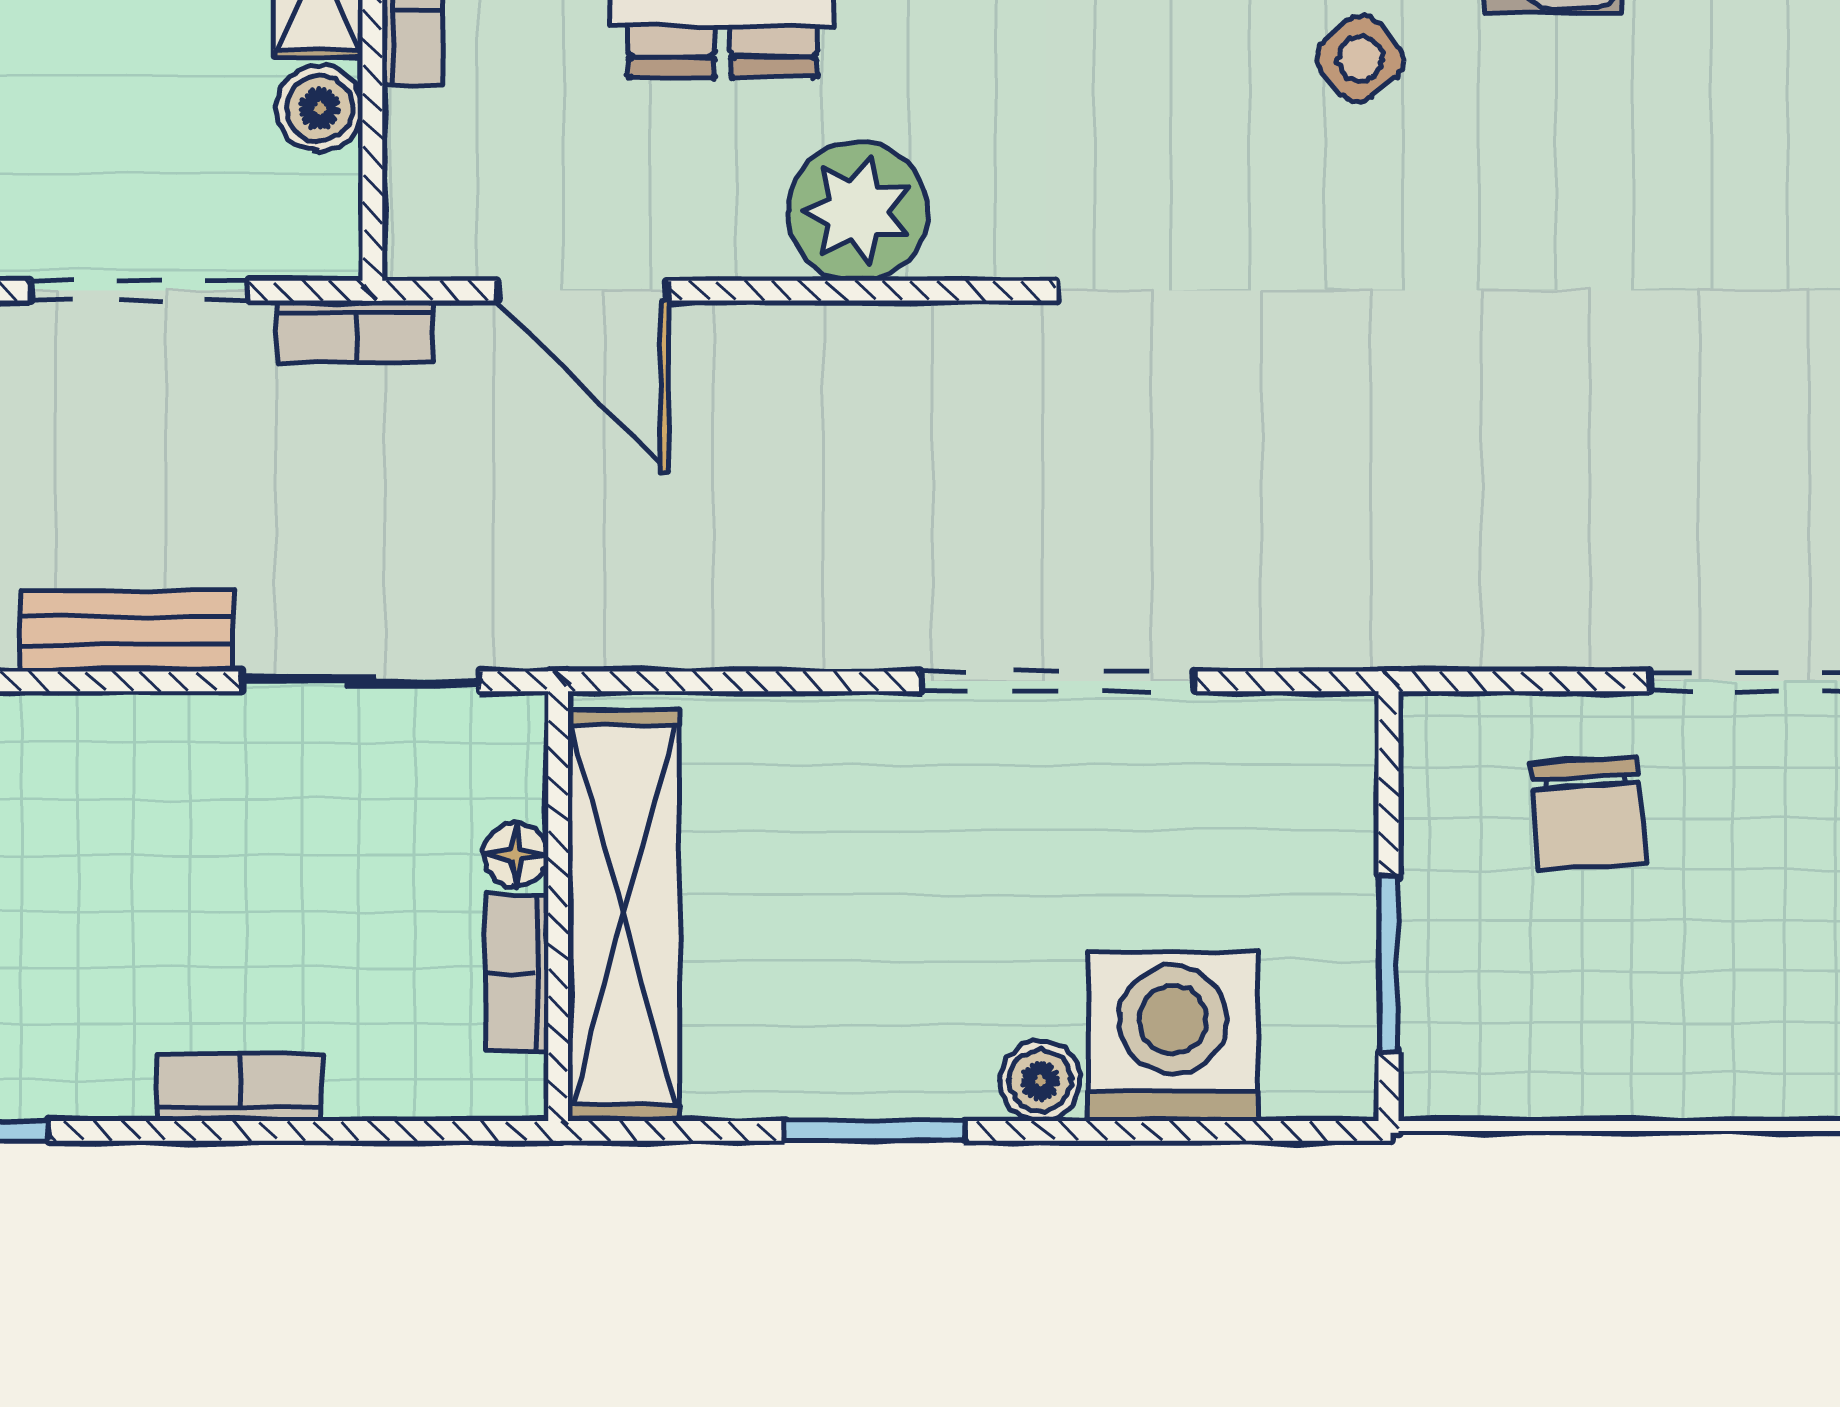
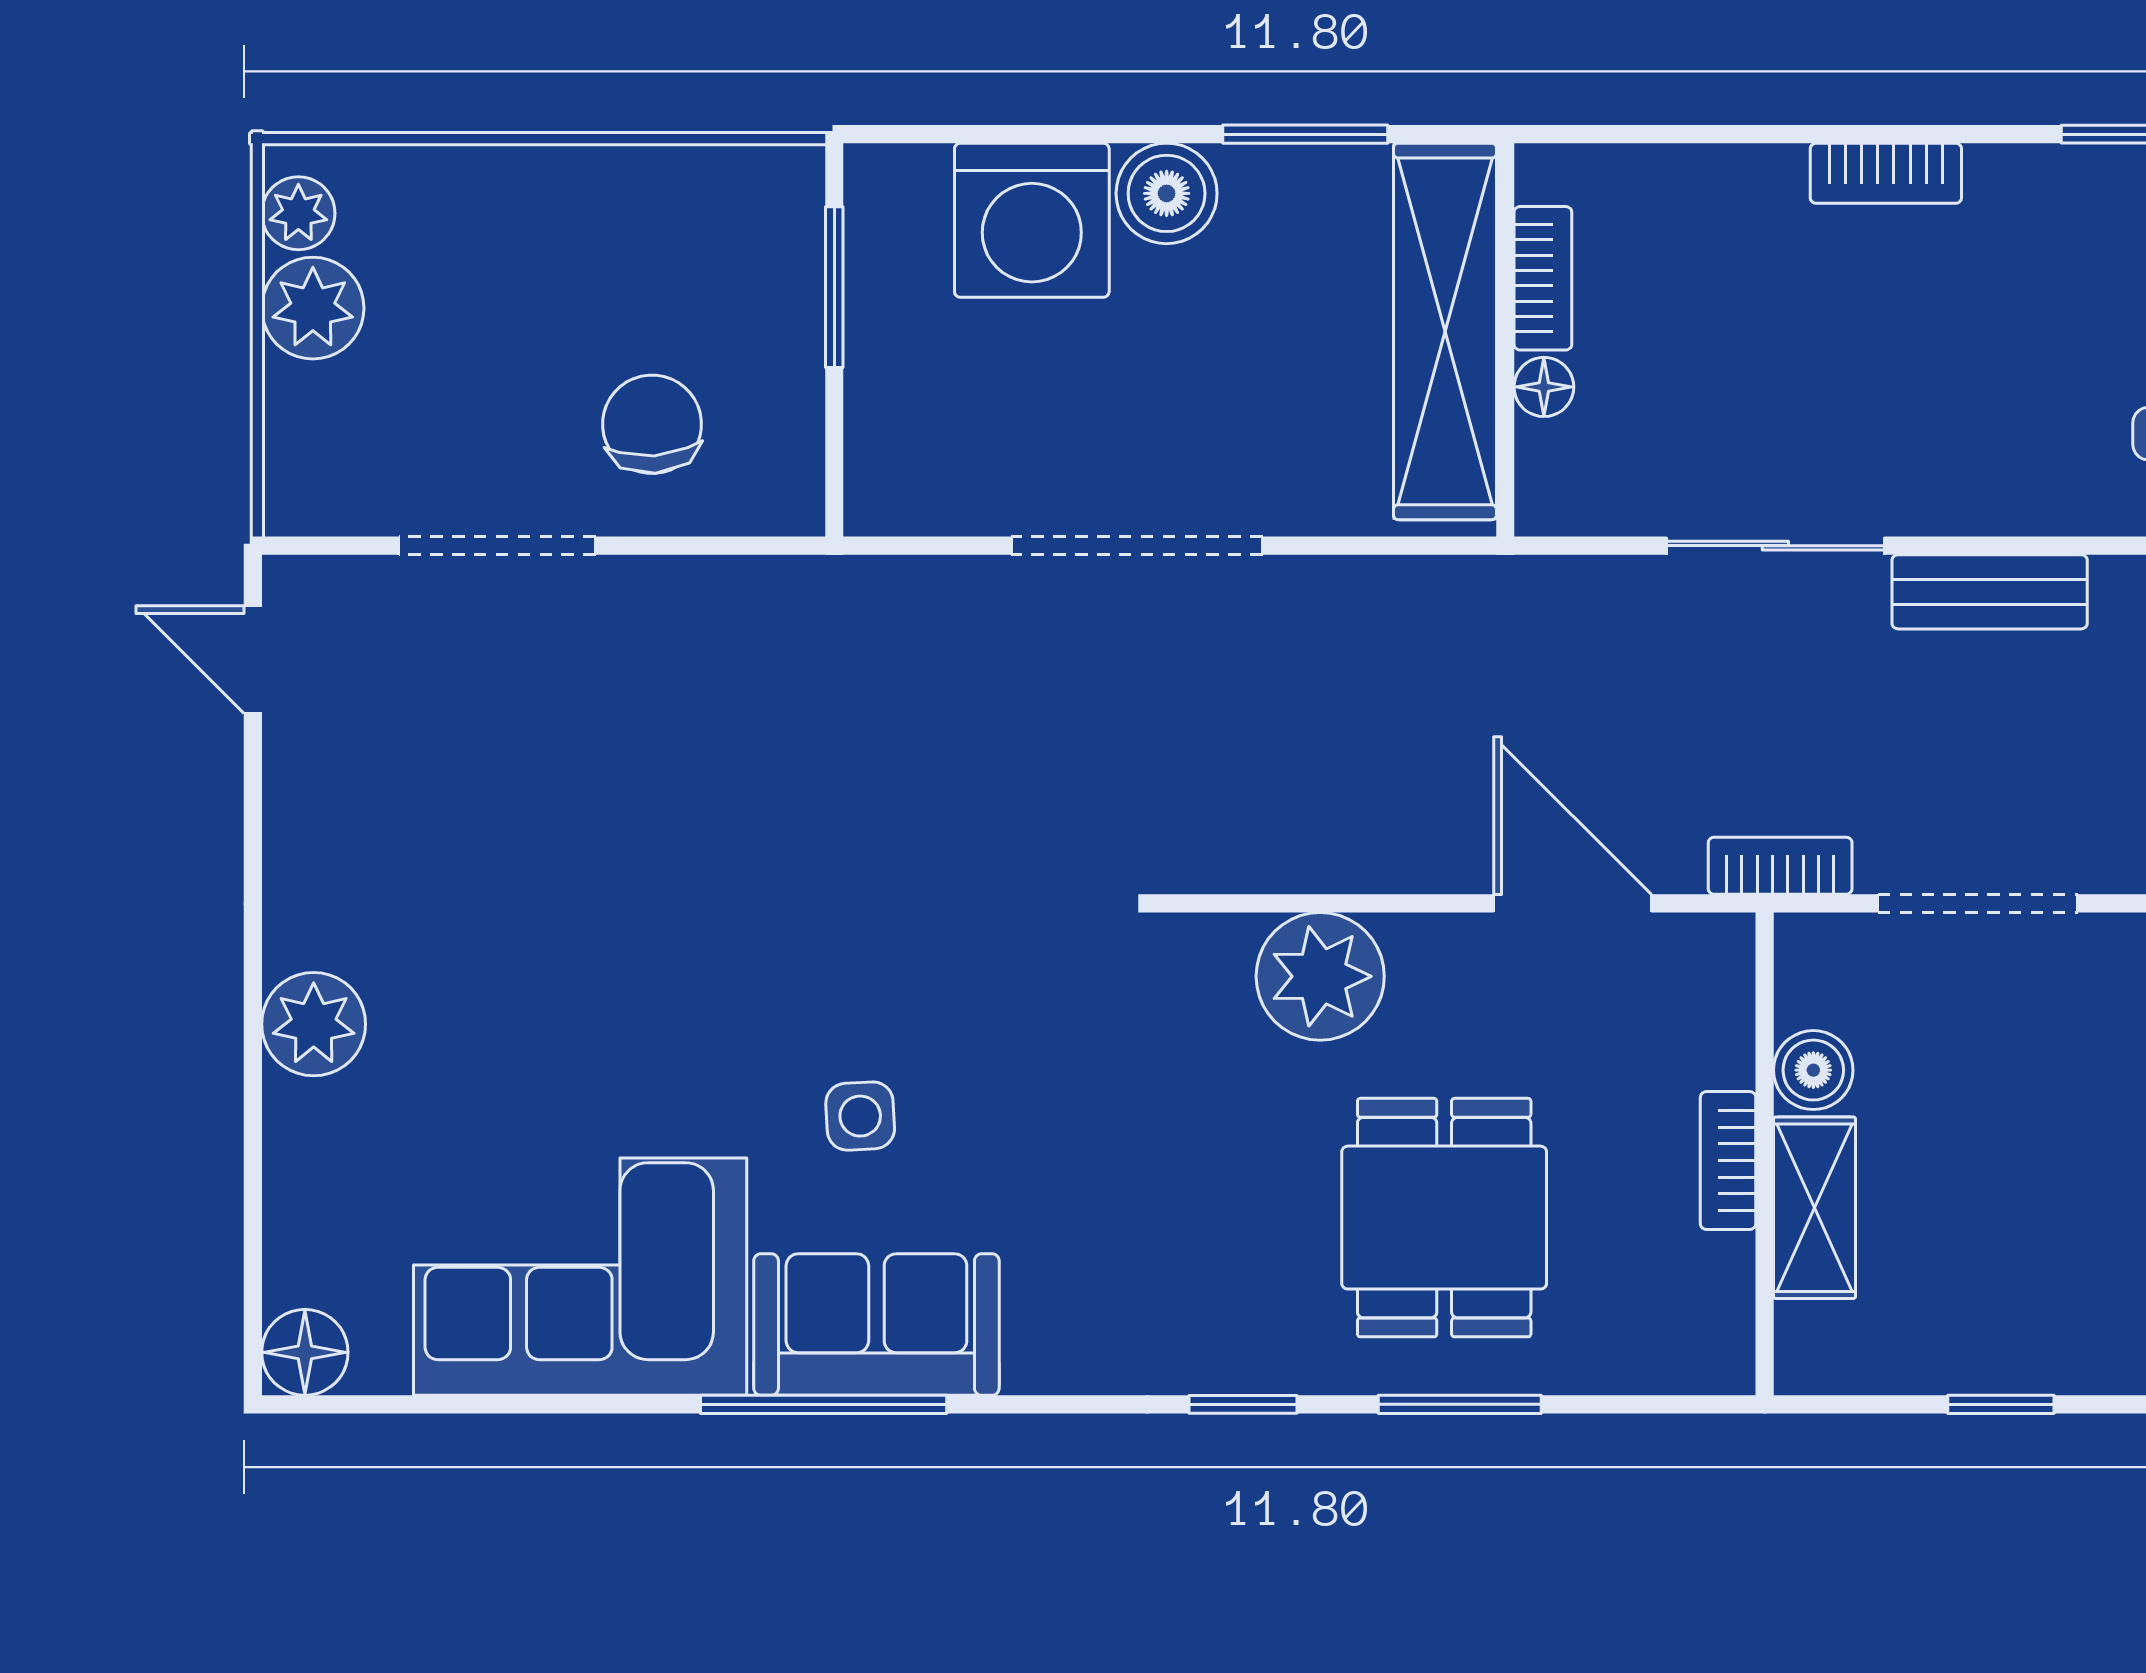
side table: (1360, 58) -> (860, 1116), turned 37
floor lamp: (516, 855) -> (1544, 387), moved
wall: (558, 906) -> (1505, 340), moved
shelving: (624, 915) -> (1445, 331), moved
bookcase: (517, 973) -> (1543, 278), moved
boiler: (1040, 1081) -> (1167, 193), width x1.36, depth x1.36

